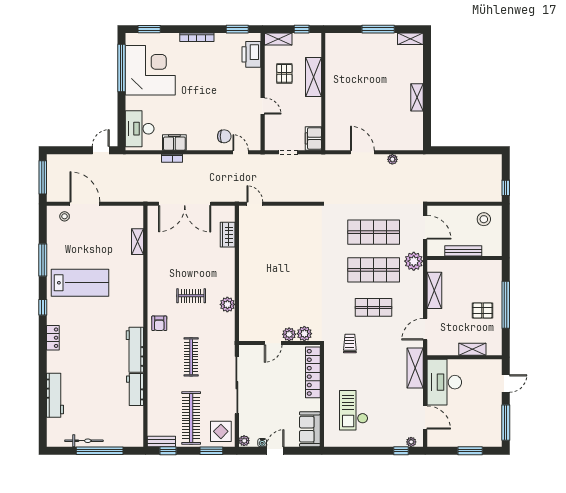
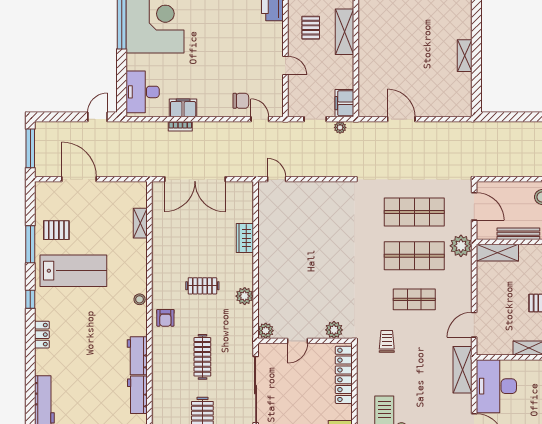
plant: (392, 159) -> (340, 127), moved
stool: (65, 216) -> (140, 299), moved
wardrobe: (228, 235) -> (245, 238), moved
pallet: (65, 248) -> (56, 230), added
shelving: (434, 290) -> (497, 253), moved, turned 90
plant: (289, 334) -> (266, 331), moved
workbench: (135, 350) -> (137, 356), width x0.73

